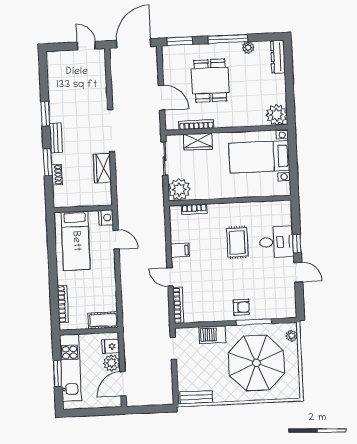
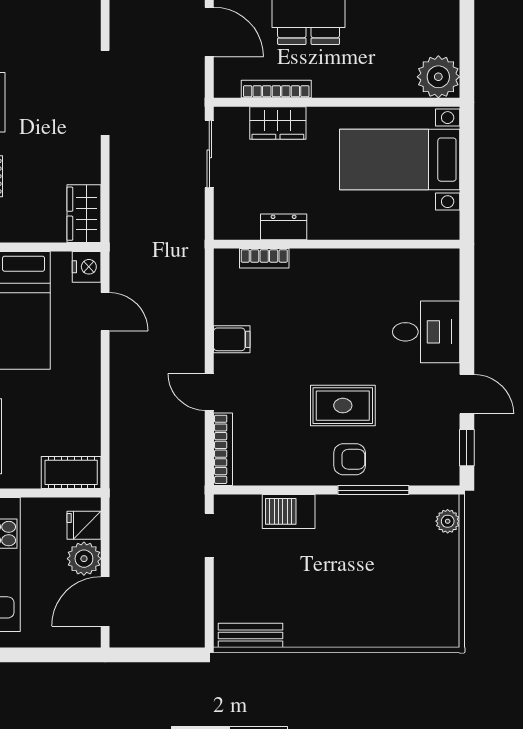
wardrobe: (102, 168) -> (84, 214), moved
plant: (179, 190) -> (236, 217), removed
dresser: (203, 193) -> (284, 227), added
rug: (237, 242) -> (343, 406), moved, turned 90
window: (297, 244) -> (467, 448), moved
parasol: (256, 363) -> (374, 572), removed

